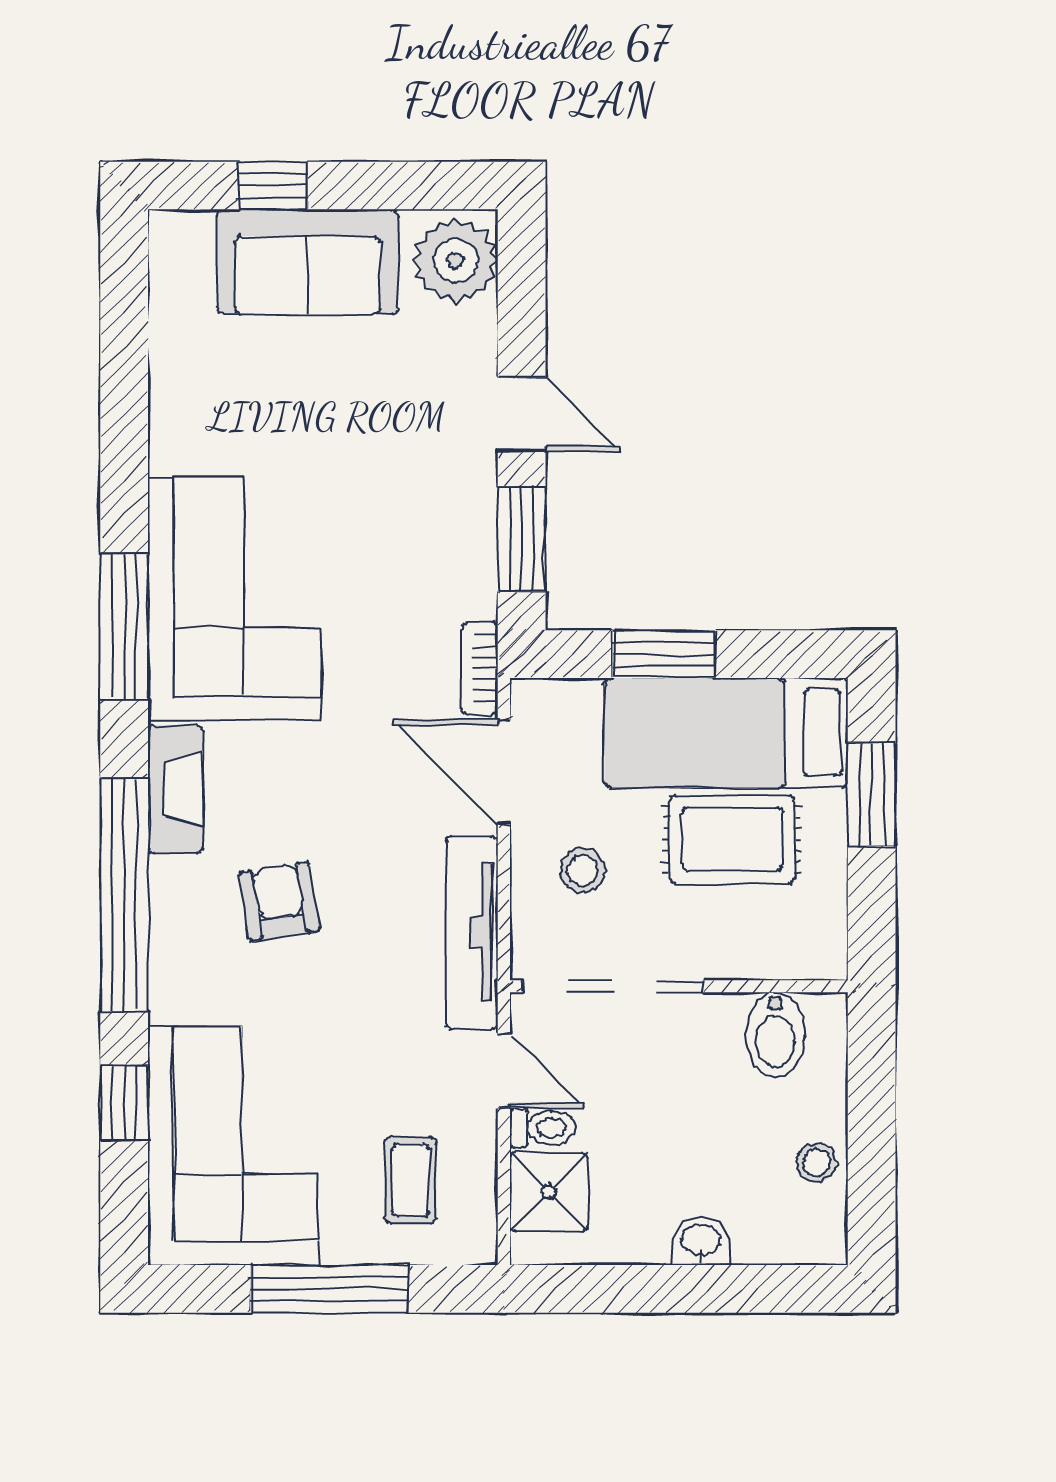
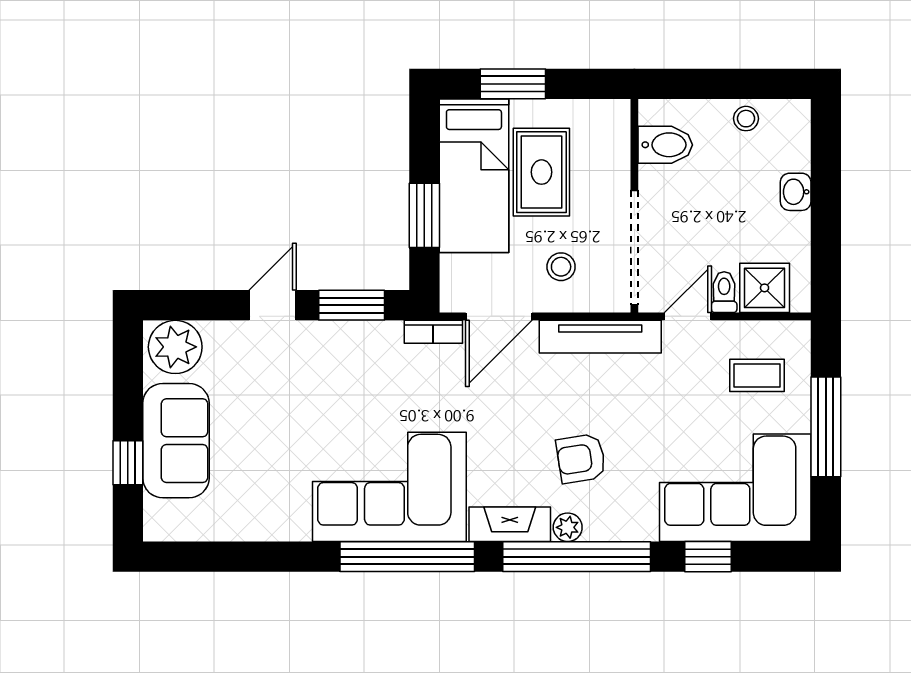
window: (124, 627) -> (407, 557), width x1.46
plant: (171, 881) -> (568, 527), added

